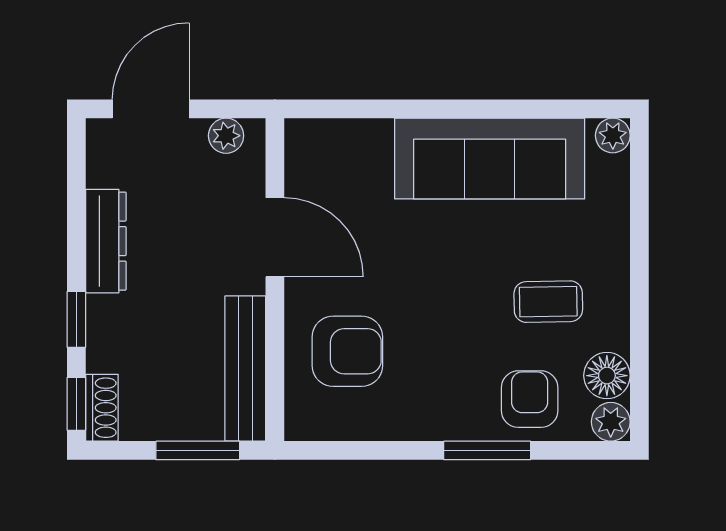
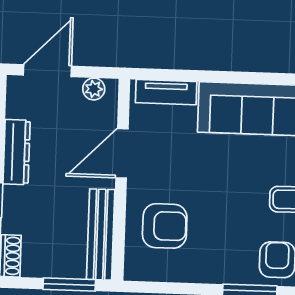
tv unit: (342, 137) -> (166, 92), added
door: (275, 237) -> (122, 153), swing flipped

